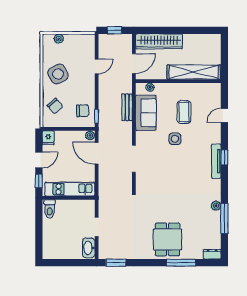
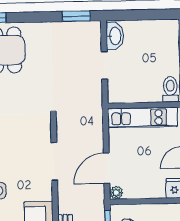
door: (97, 153) -> (107, 168), swing flipped

